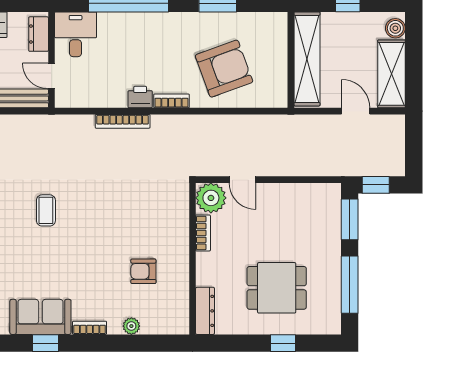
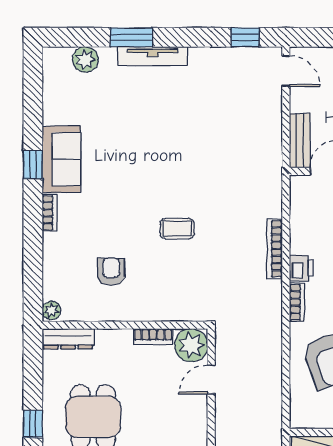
coffee table: (46, 210) -> (177, 229), moved
plant: (131, 326) -> (51, 310), moved

